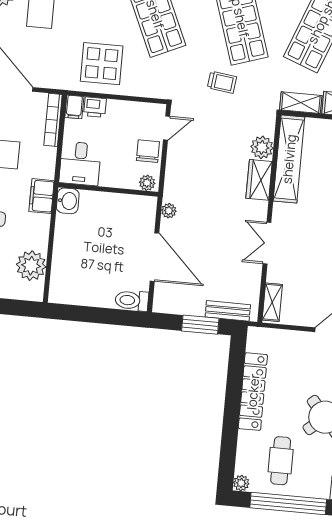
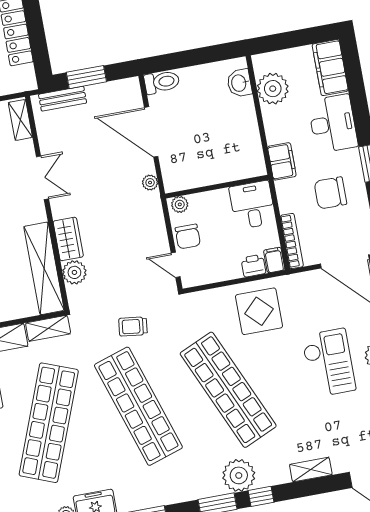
door: (167, 128) -> (176, 265), hinge flipped
washbasin: (68, 201) -> (239, 83), moved

